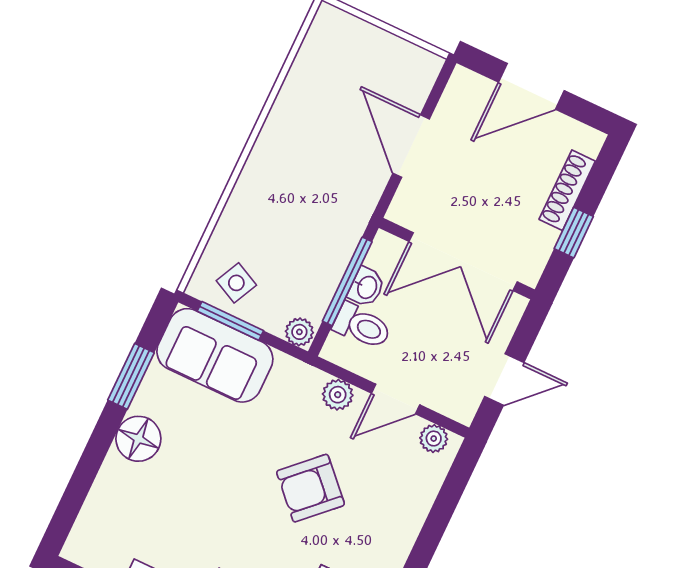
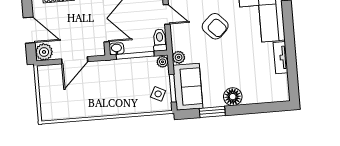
plant: (466, 91) -> (44, 52), added
washbasin: (366, 287) -> (117, 49), moved
toilet: (362, 326) -> (160, 40), moved
plant: (338, 395) -> (179, 57), moved

